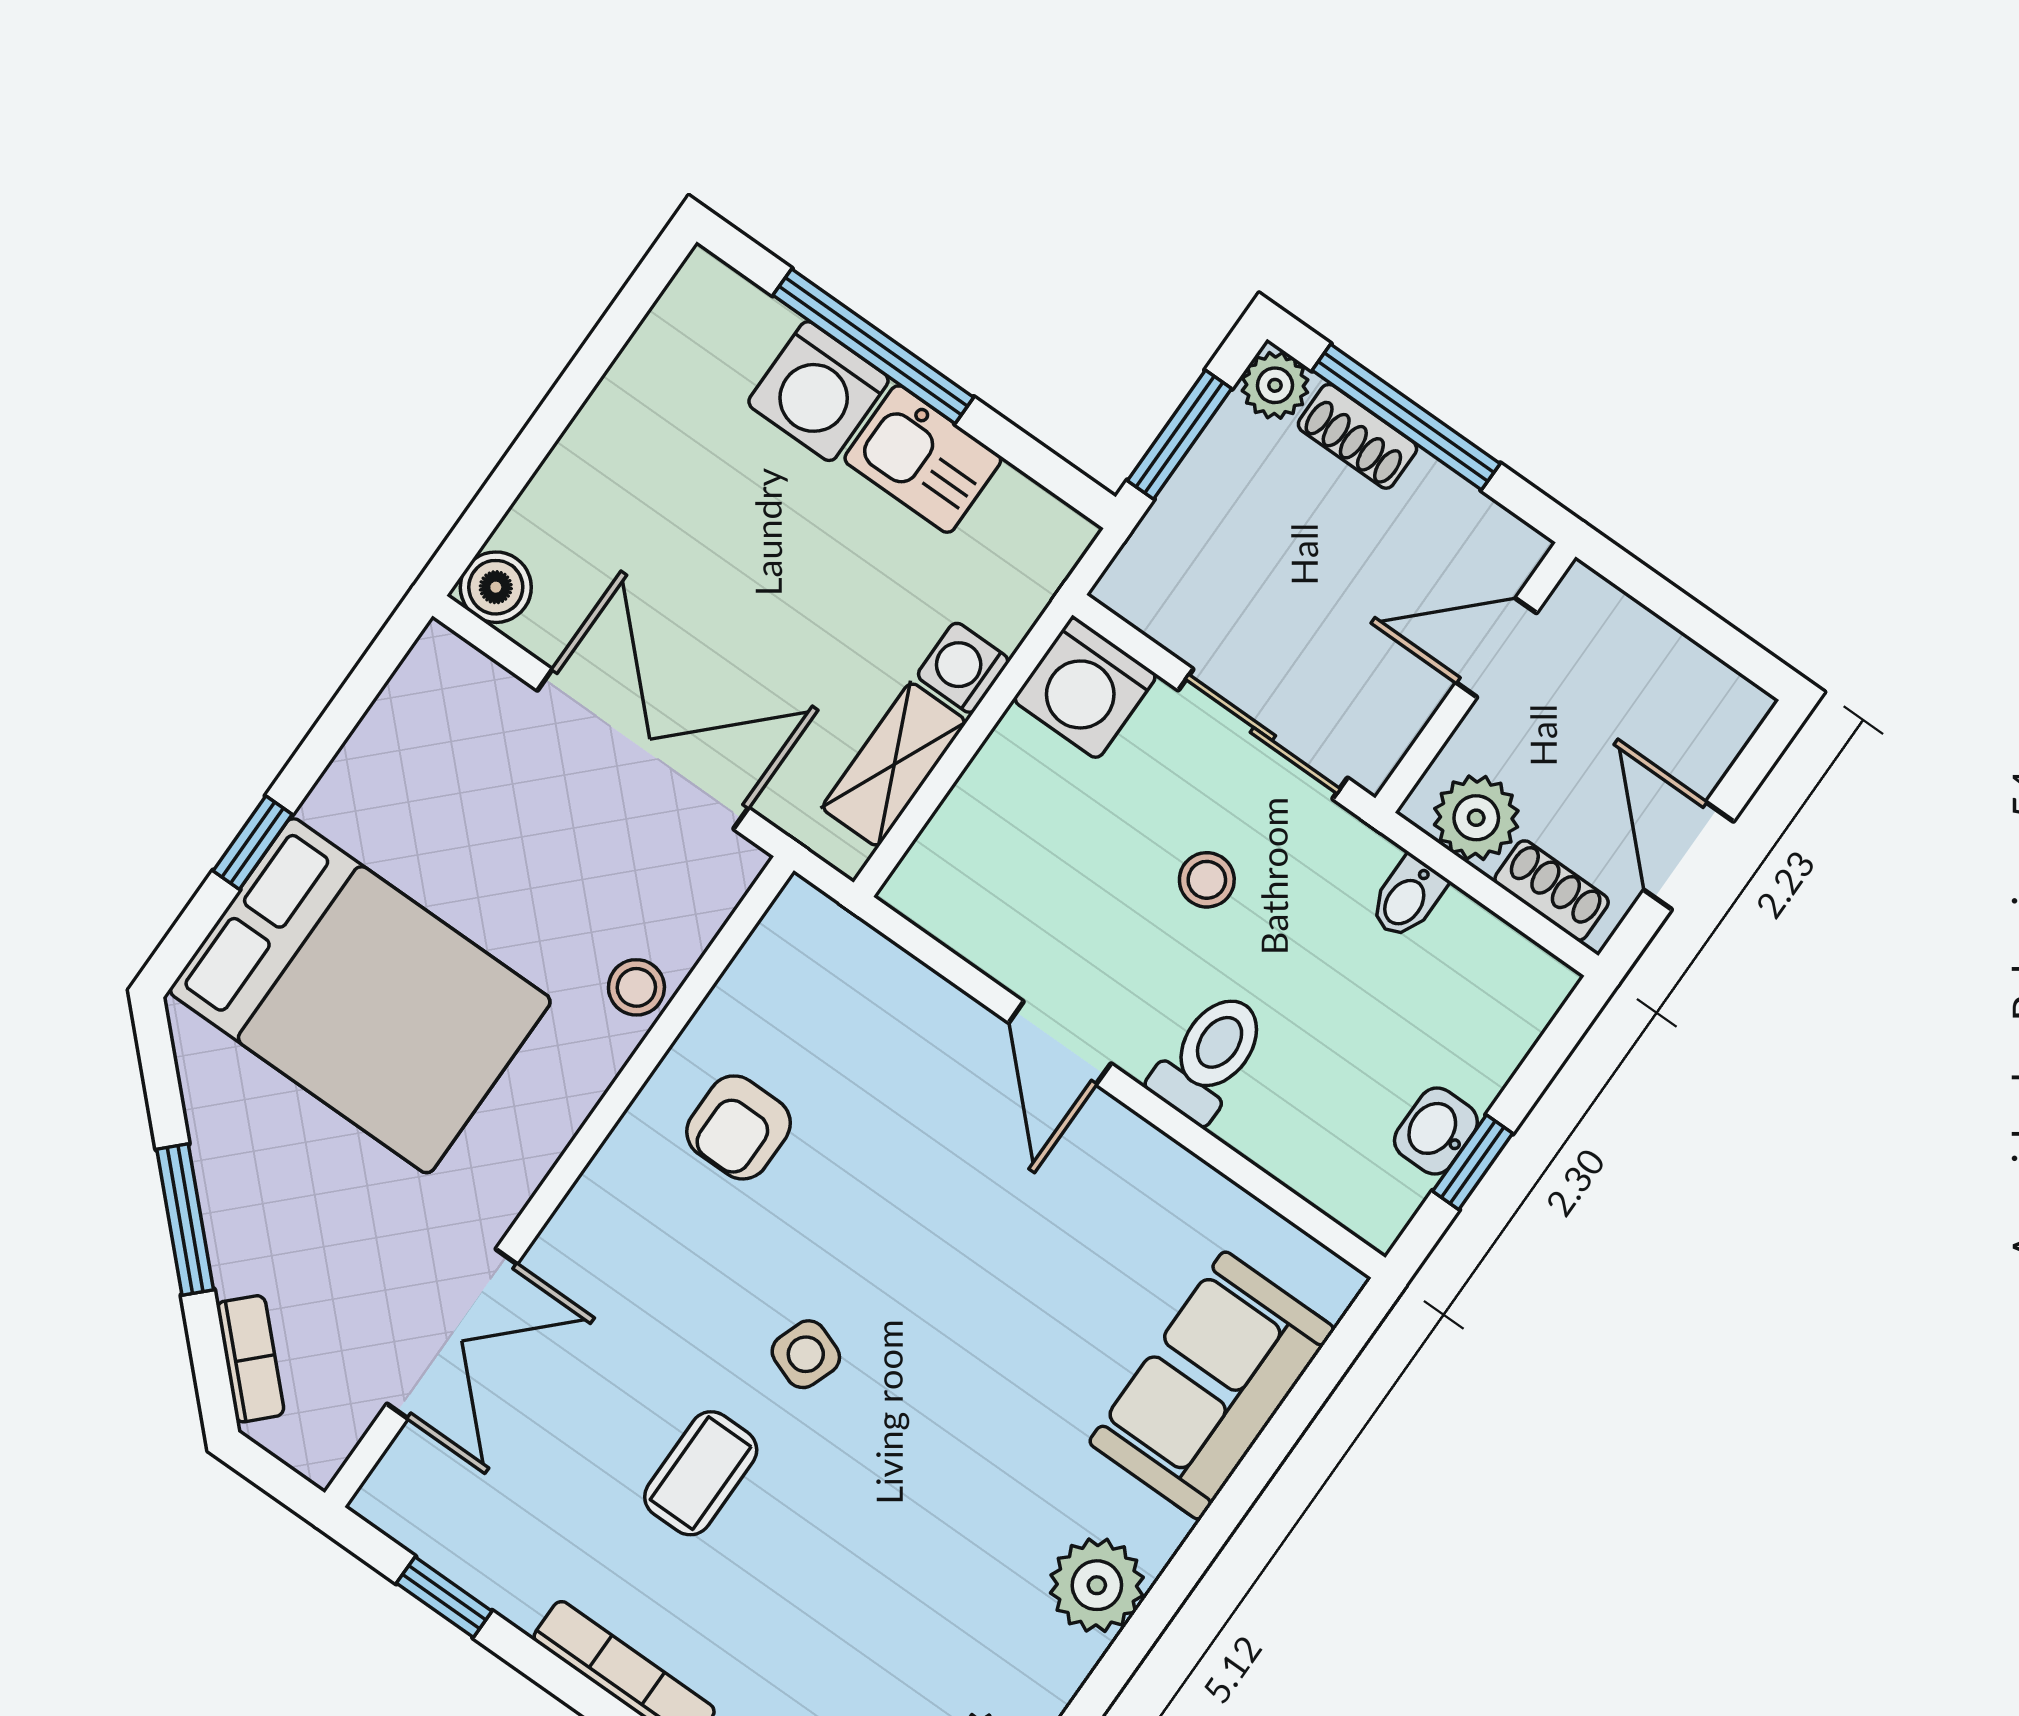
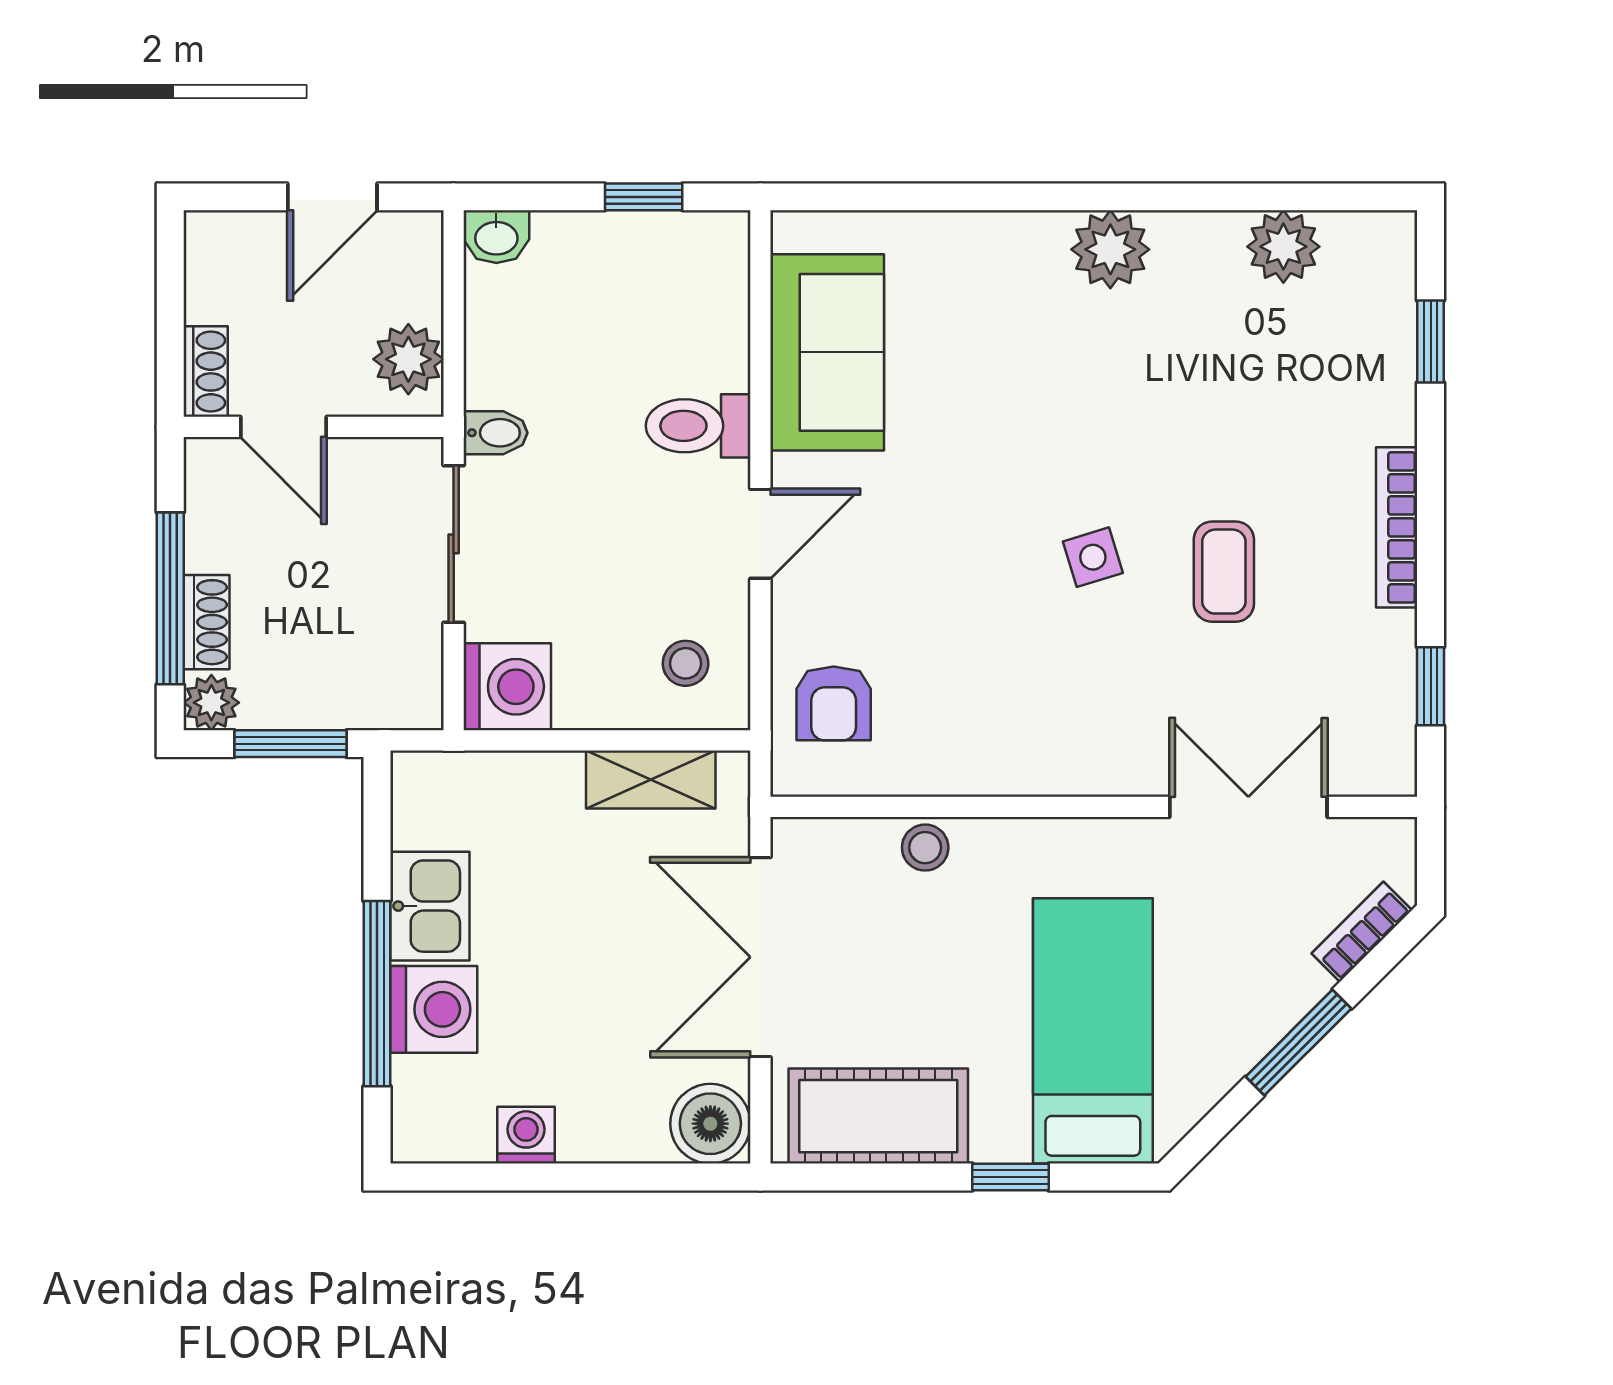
boiler: (496, 587) -> (710, 1124), width x1.36, depth x1.36
washing machine: (963, 668) -> (526, 1135), moved, turned 180
cot: (405, 755) -> (878, 1116), added
stool: (1207, 880) -> (686, 663), moved
shoe rack: (1552, 890) -> (206, 372), moved, turned 180
bidet: (1407, 898) -> (495, 433), moved
bed: (360, 996) -> (1093, 1031), width x0.67
armchair: (739, 1127) -> (834, 703), moved, turned 90
washbasin: (1436, 1131) -> (496, 237), moved
side table: (806, 1354) -> (1093, 557), turned -37
sofa: (1212, 1385) -> (827, 352), moved, turned -90
coffee table: (701, 1473) -> (1224, 572), turned 90

